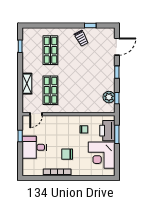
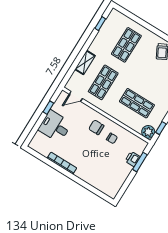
shop shelf: (87, 90) -> (137, 103), added
plant: (109, 97) -> (148, 132), moved
printer: (107, 131) -> (133, 159), width x0.53, depth x0.68
chair: (67, 154) -> (96, 127), moved
corner desk: (102, 155) -> (114, 173), removed

